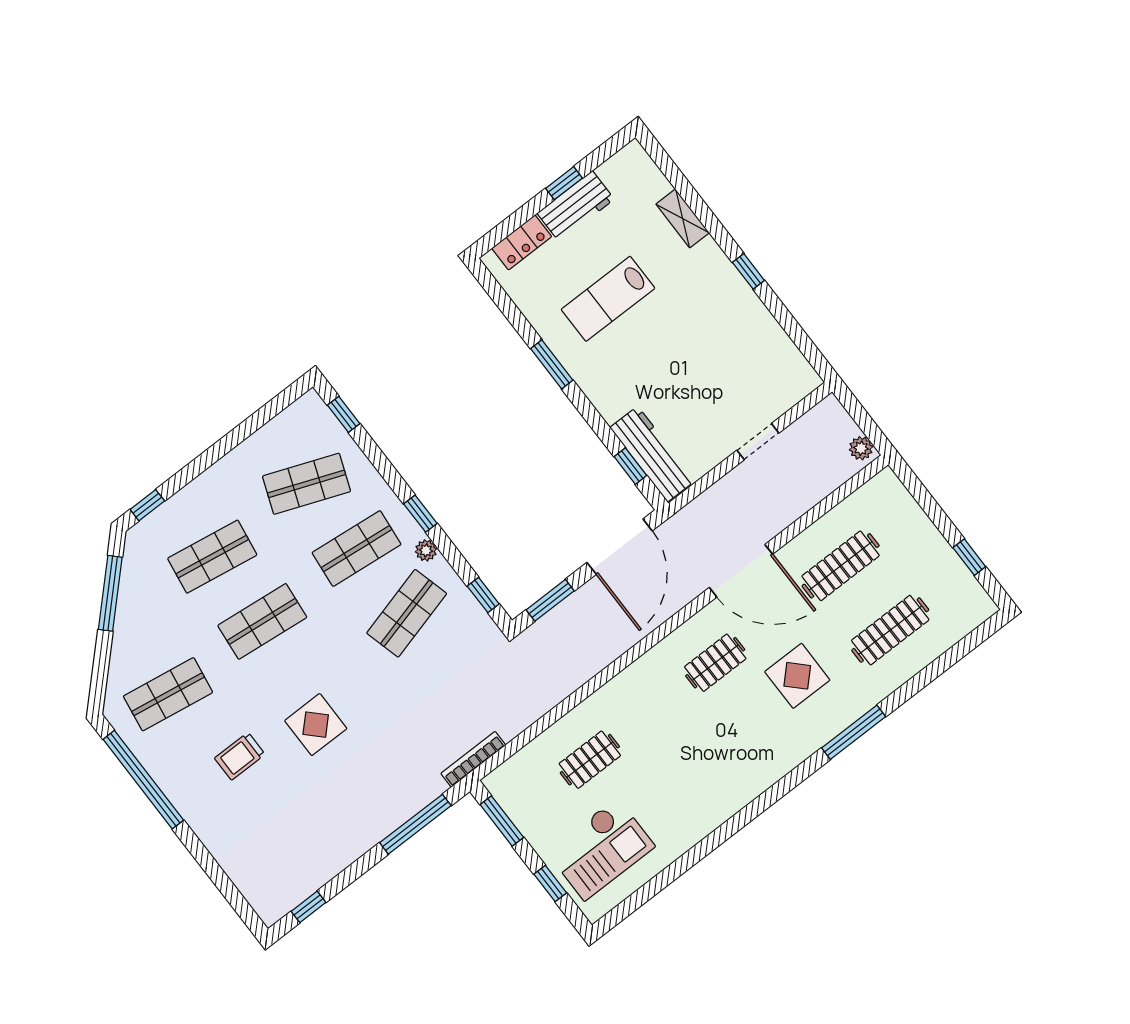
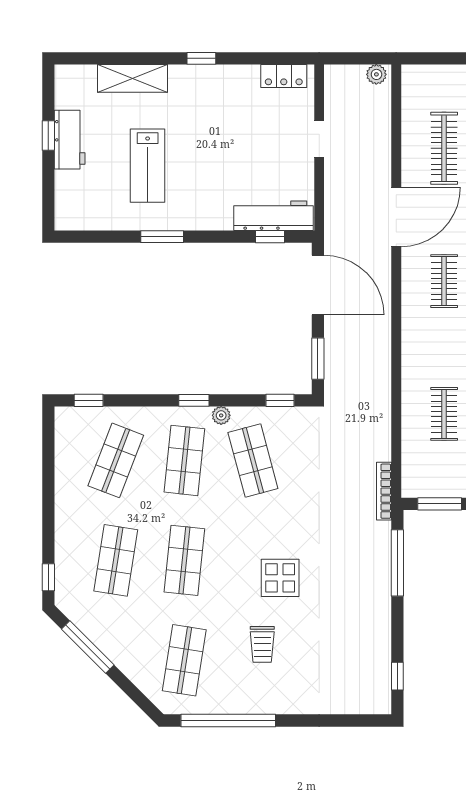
shelving: (683, 218) -> (133, 78), width x1.50, depth x1.33
locker: (522, 242) -> (284, 76), moved, turned 90

